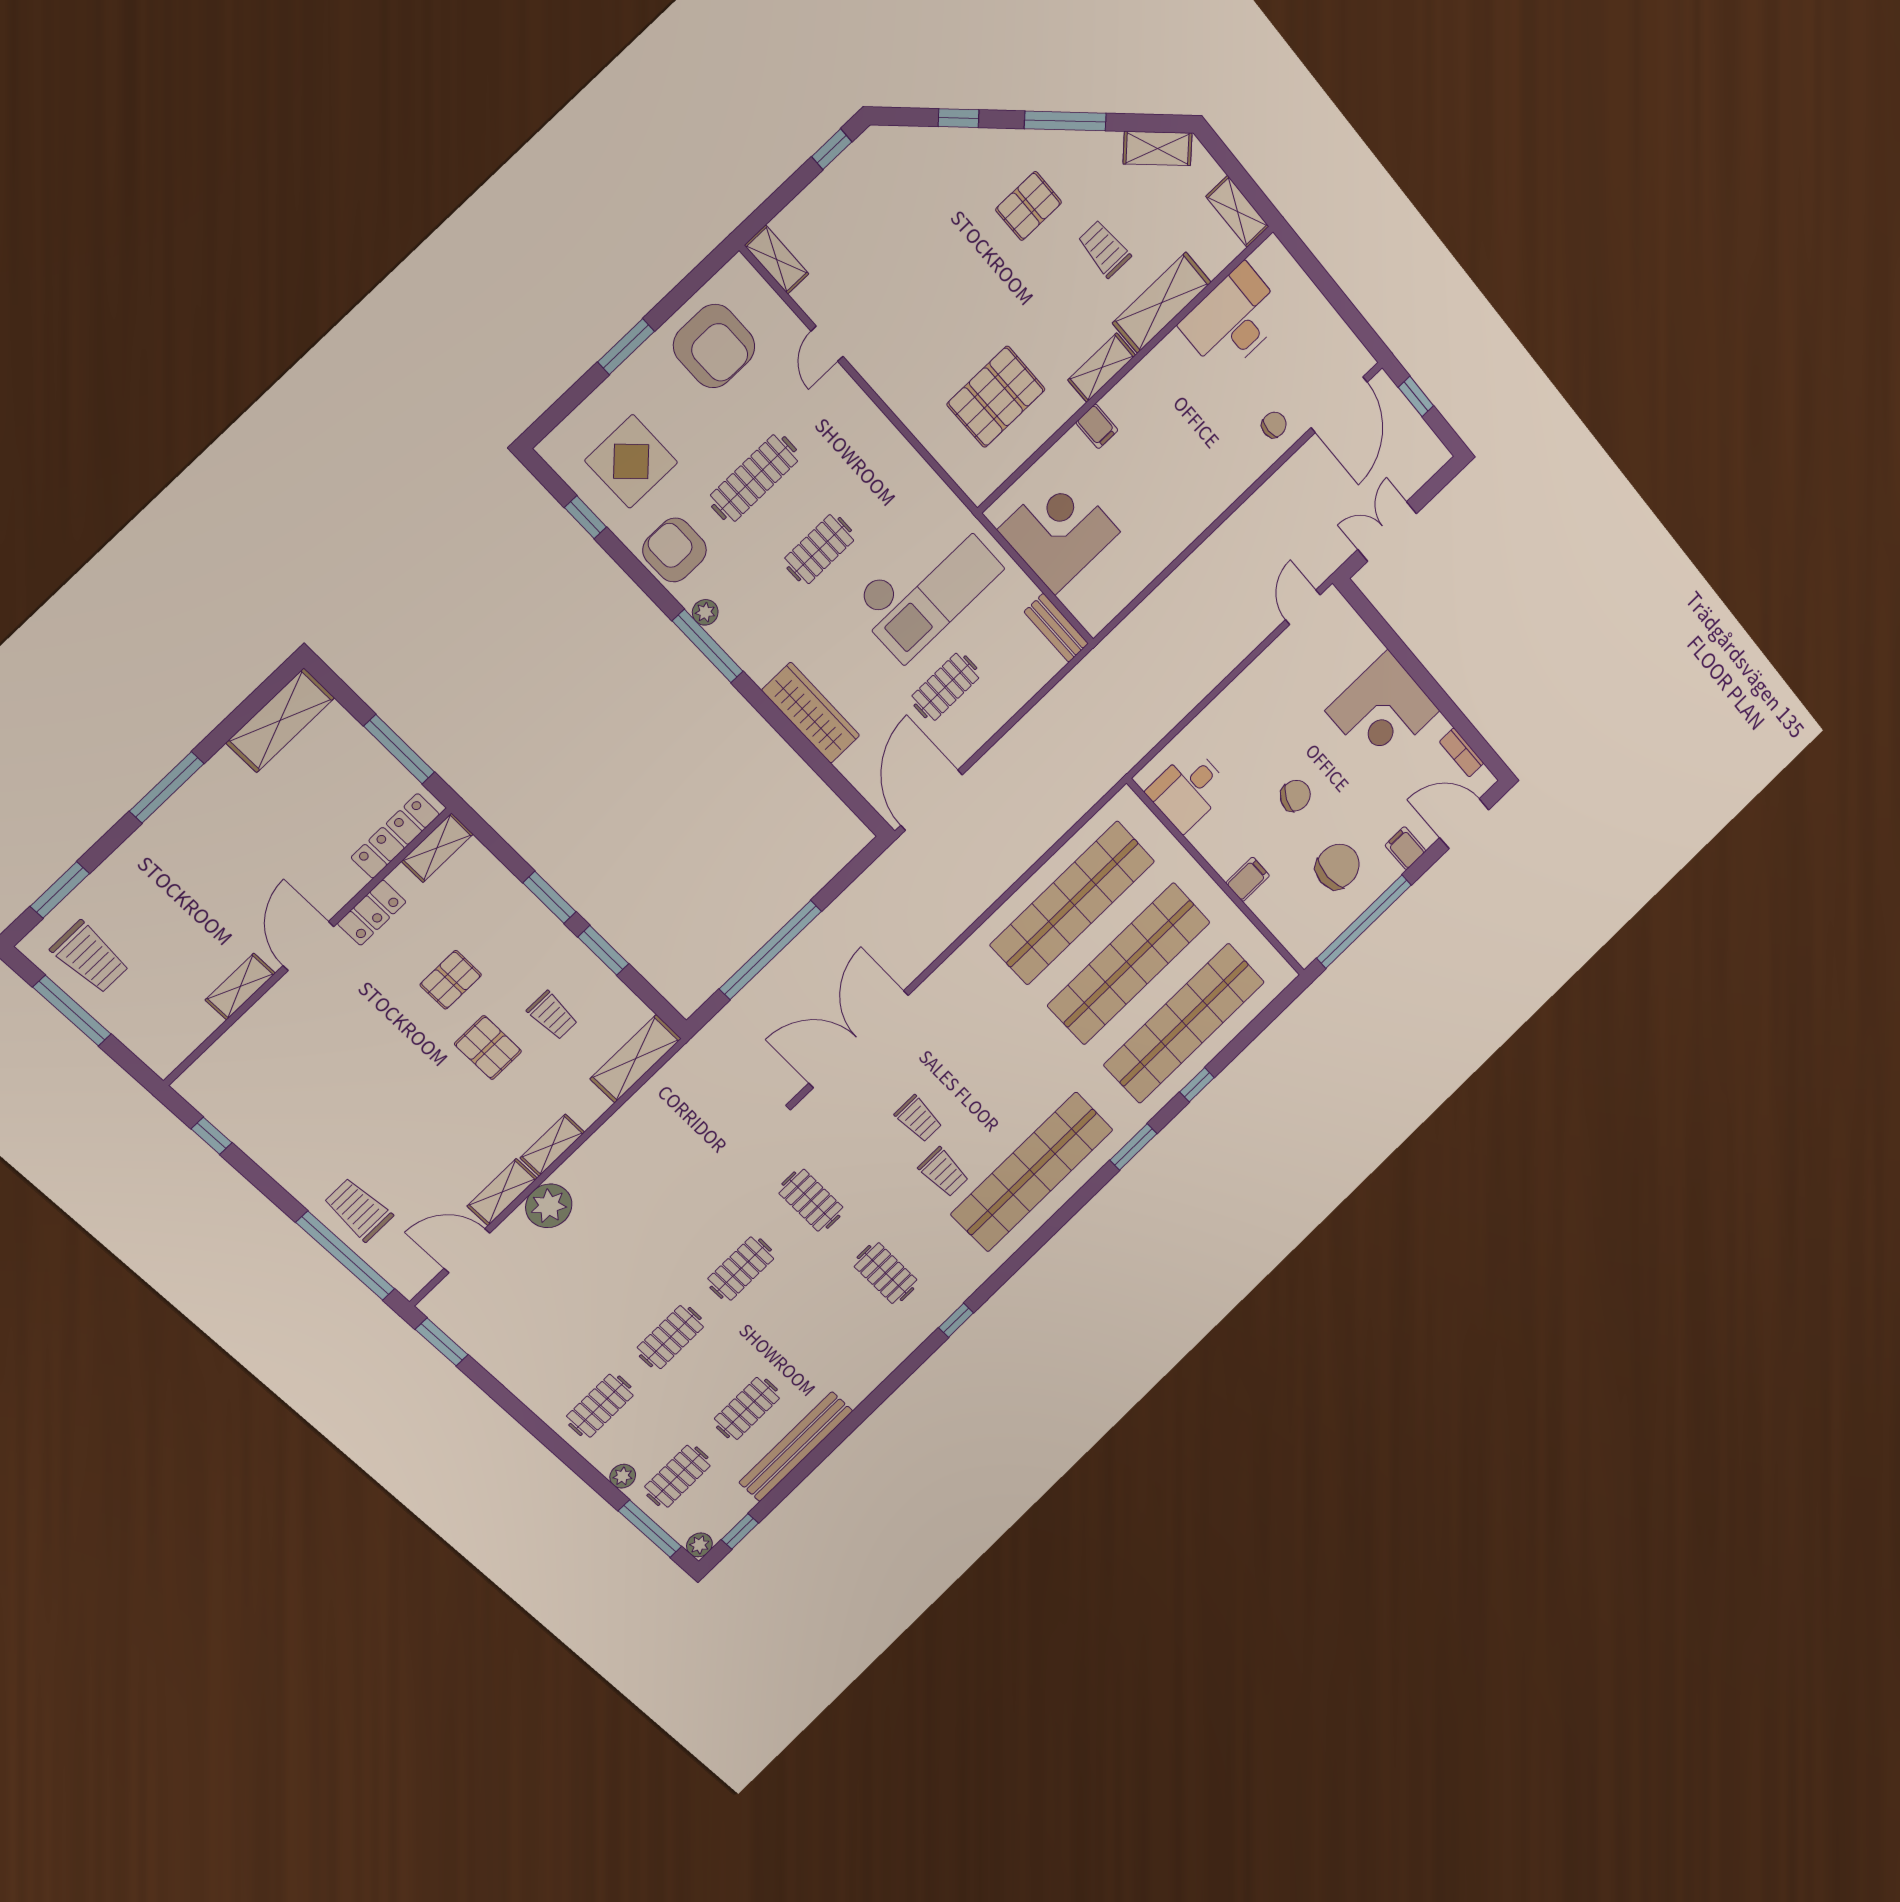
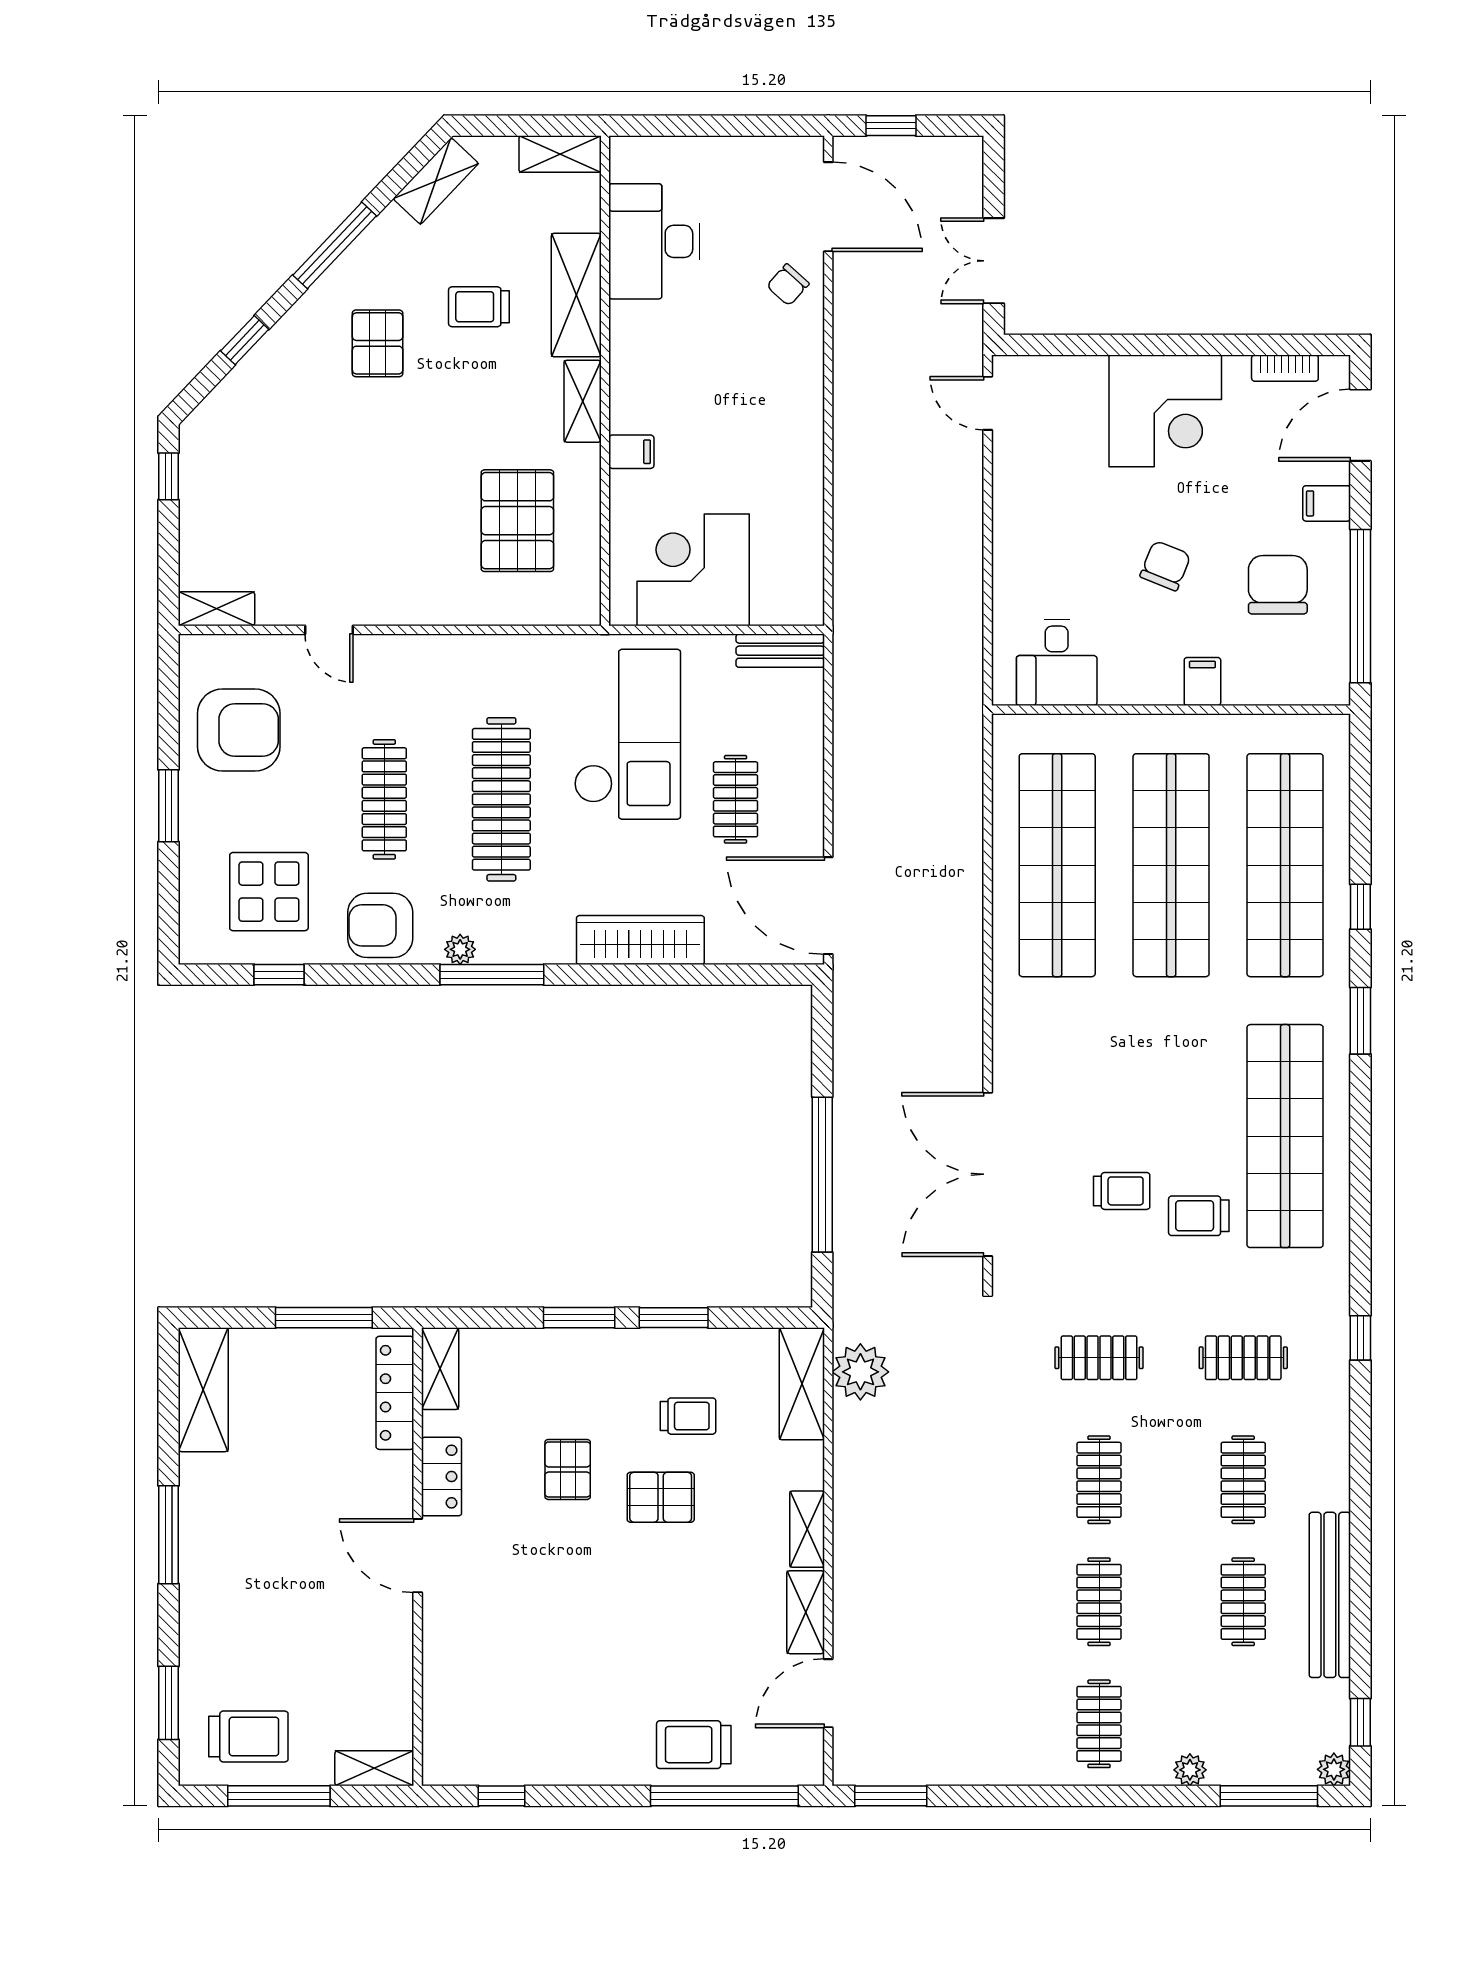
chair: (1274, 425) -> (788, 285), turned -138
clothes rail: (819, 549) -> (501, 799), width x1.86, depth x1.31
shelving: (240, 987) -> (374, 1768), moved, turned 90
trolley: (944, 1172) -> (1199, 1216), turned 180
plant: (549, 1206) -> (860, 1372), moved
clothes rail: (677, 1476) -> (1243, 1480), moved

